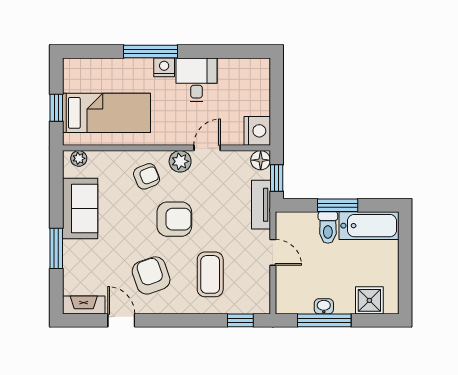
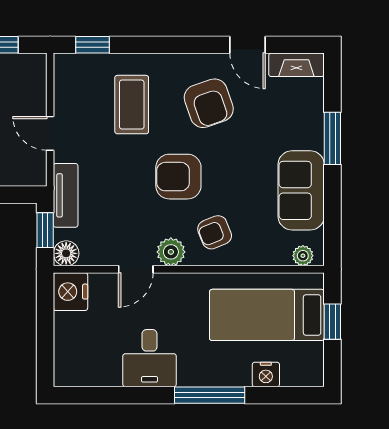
nightstand: (164, 67) -> (266, 374), moved

